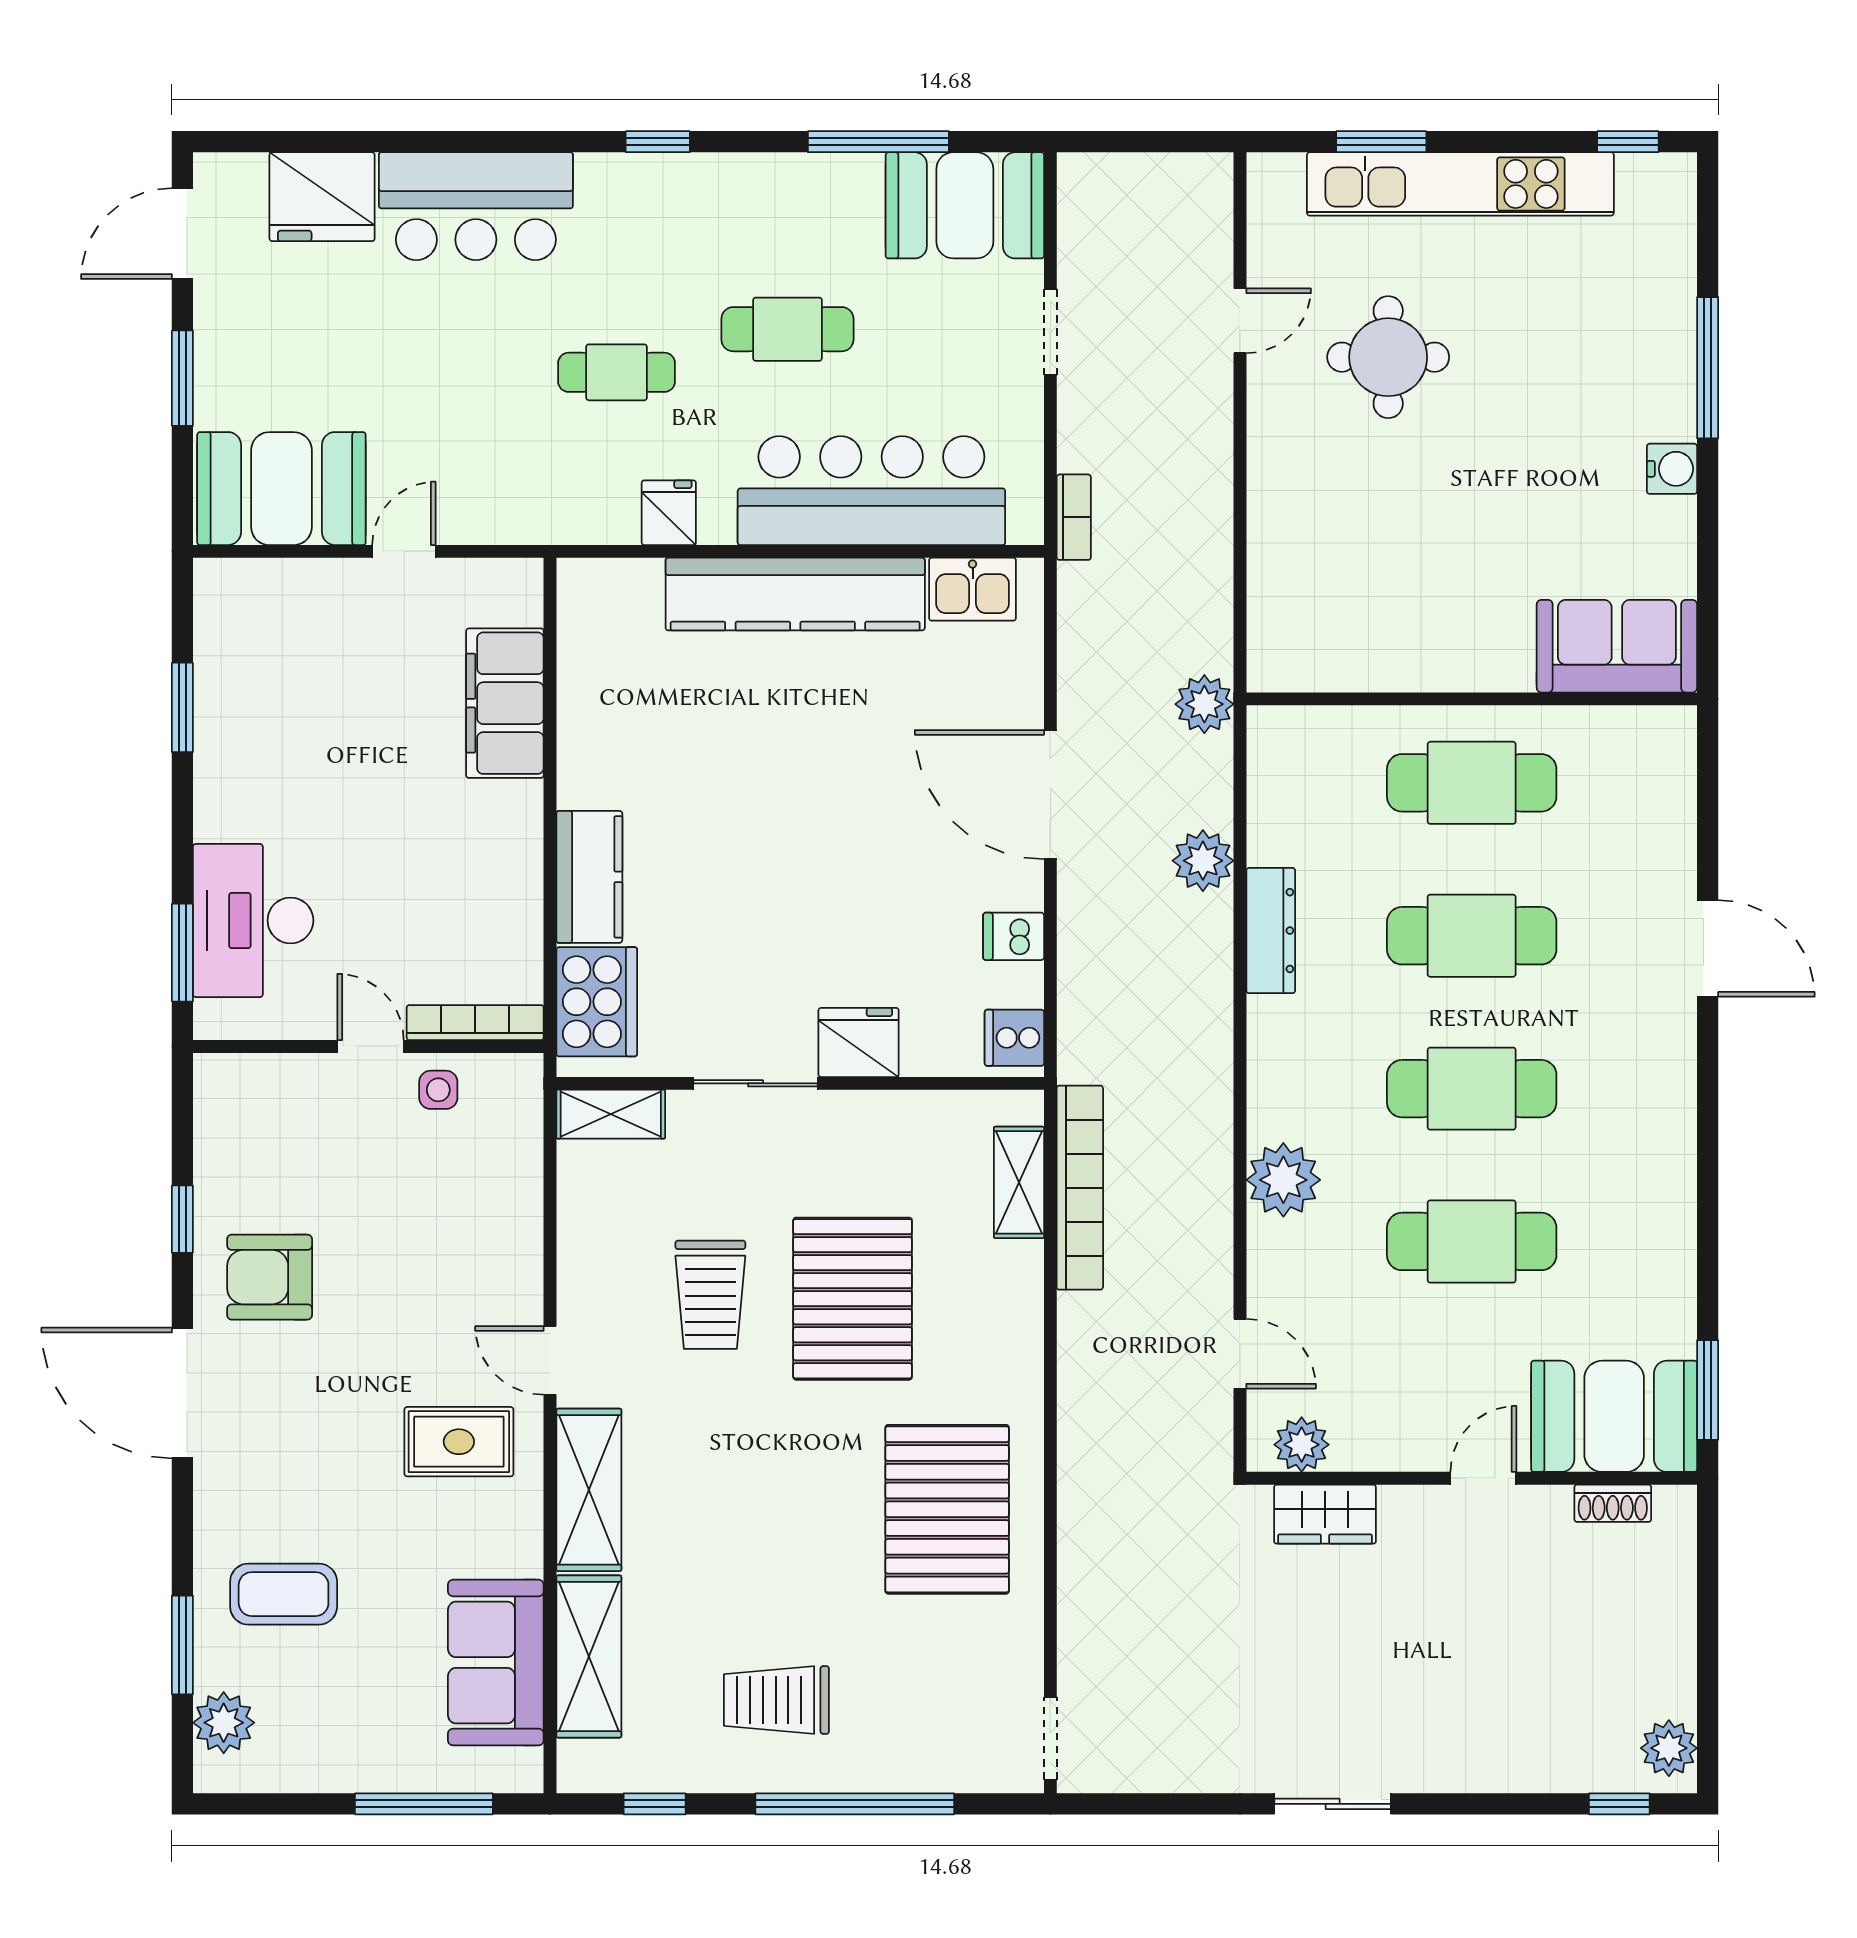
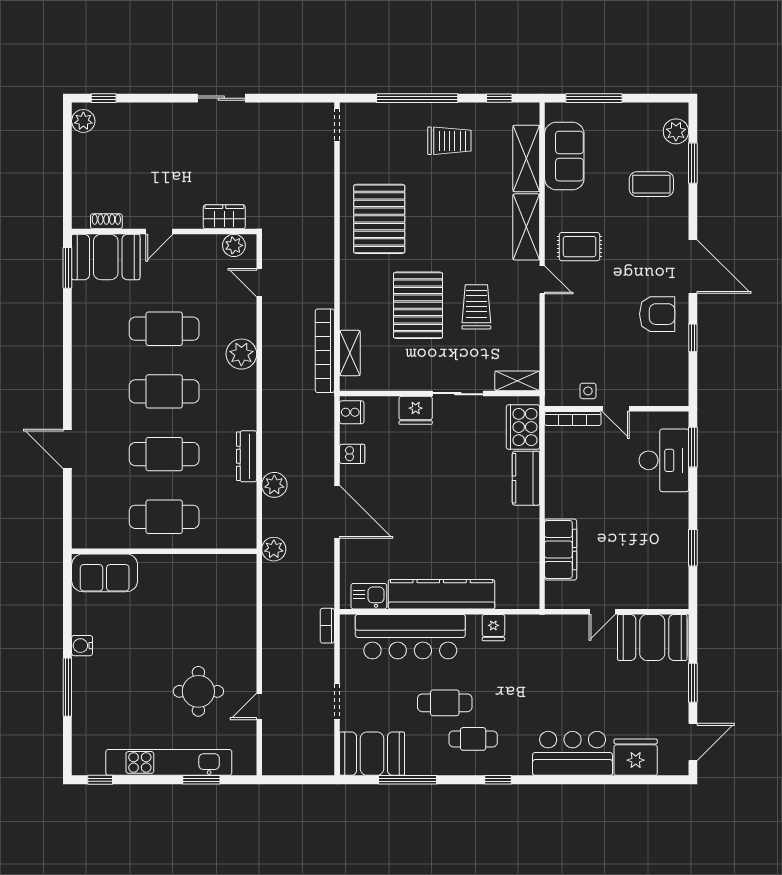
cafe table: (617, 372) -> (473, 739), moved

